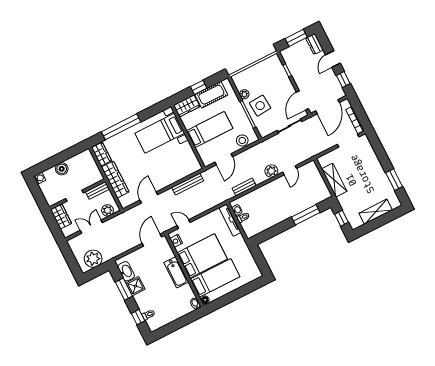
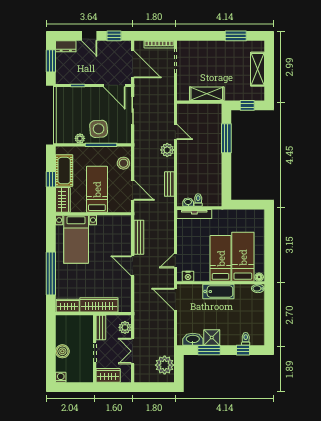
door: (149, 197) -> (133, 266), moved
bed: (202, 256) -> (221, 258), width x0.67

